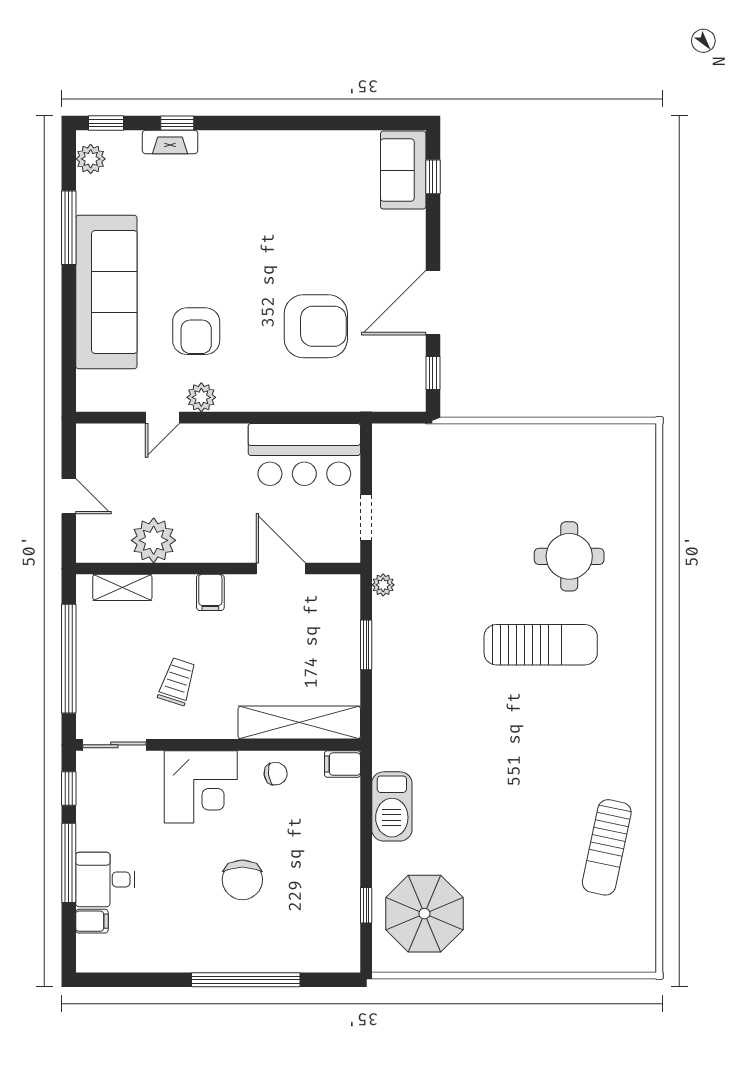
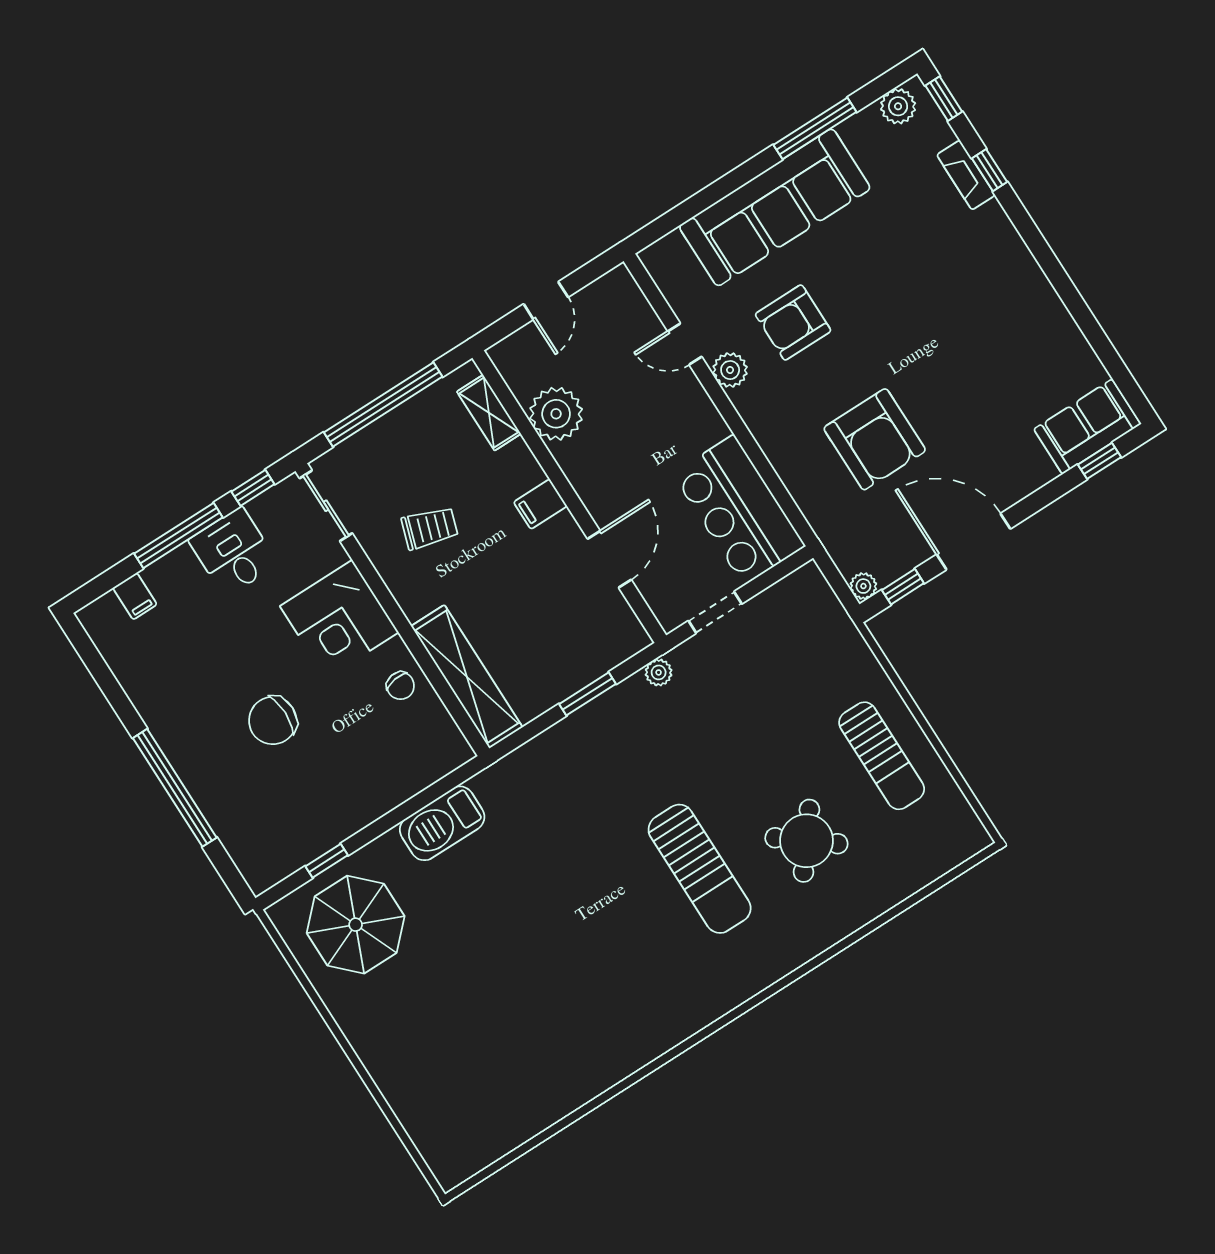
plant: (415, 401) -> (863, 586), added
round table: (569, 556) -> (806, 841), turned 38
filing cabinet: (342, 764) -> (453, 747), removed
sun lounger: (607, 847) -> (882, 756), moved, turned -102
desk: (105, 879) -> (233, 552), moved

